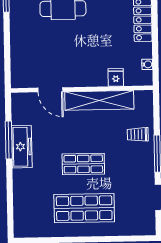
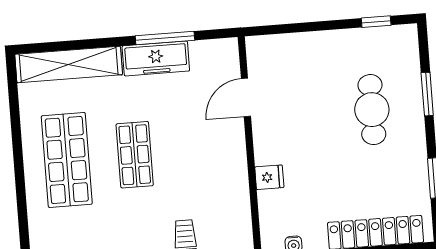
fridge: (116, 77) -> (269, 177), moved
shelving: (99, 100) -> (69, 64), moved, turned 90

